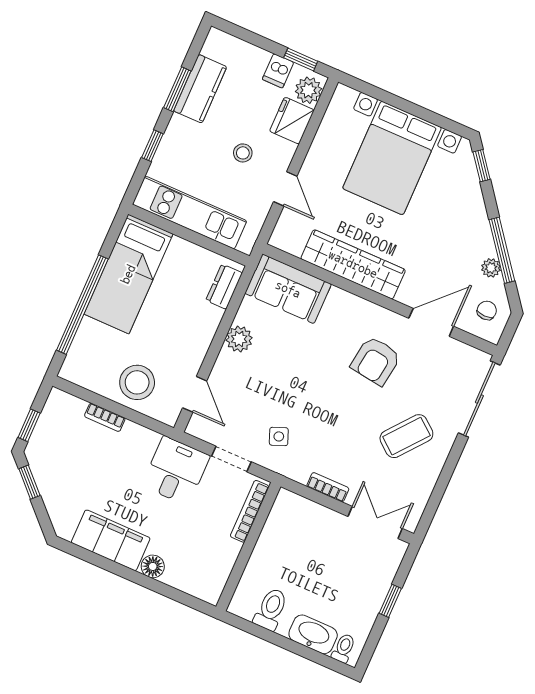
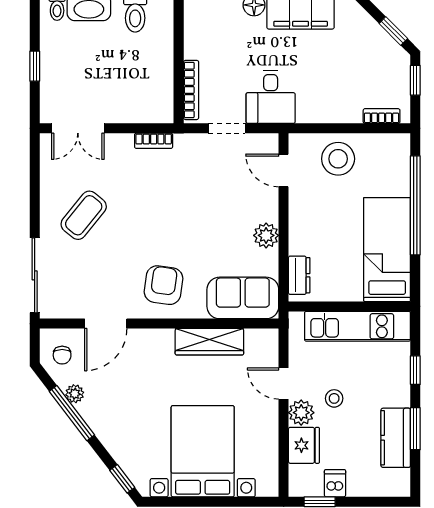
plant: (308, 90) -> (301, 413), moved
wardrobe: (353, 264) -> (209, 342), width x0.71, depth x0.85
armchair: (376, 361) -> (163, 285), moved
bookcase: (105, 417) -> (382, 116), moved
side table: (279, 436) -> (194, 166), removed
bookcase: (328, 487) -> (154, 141), moved

